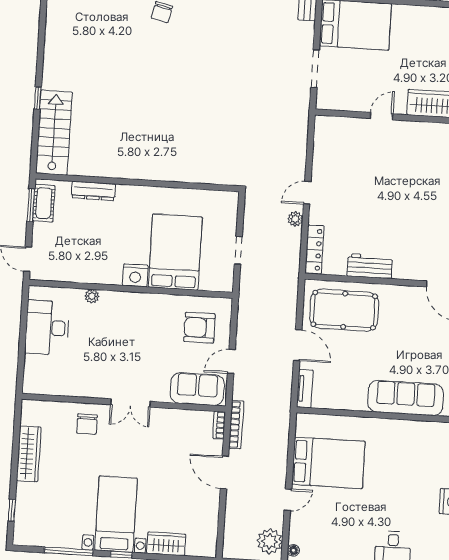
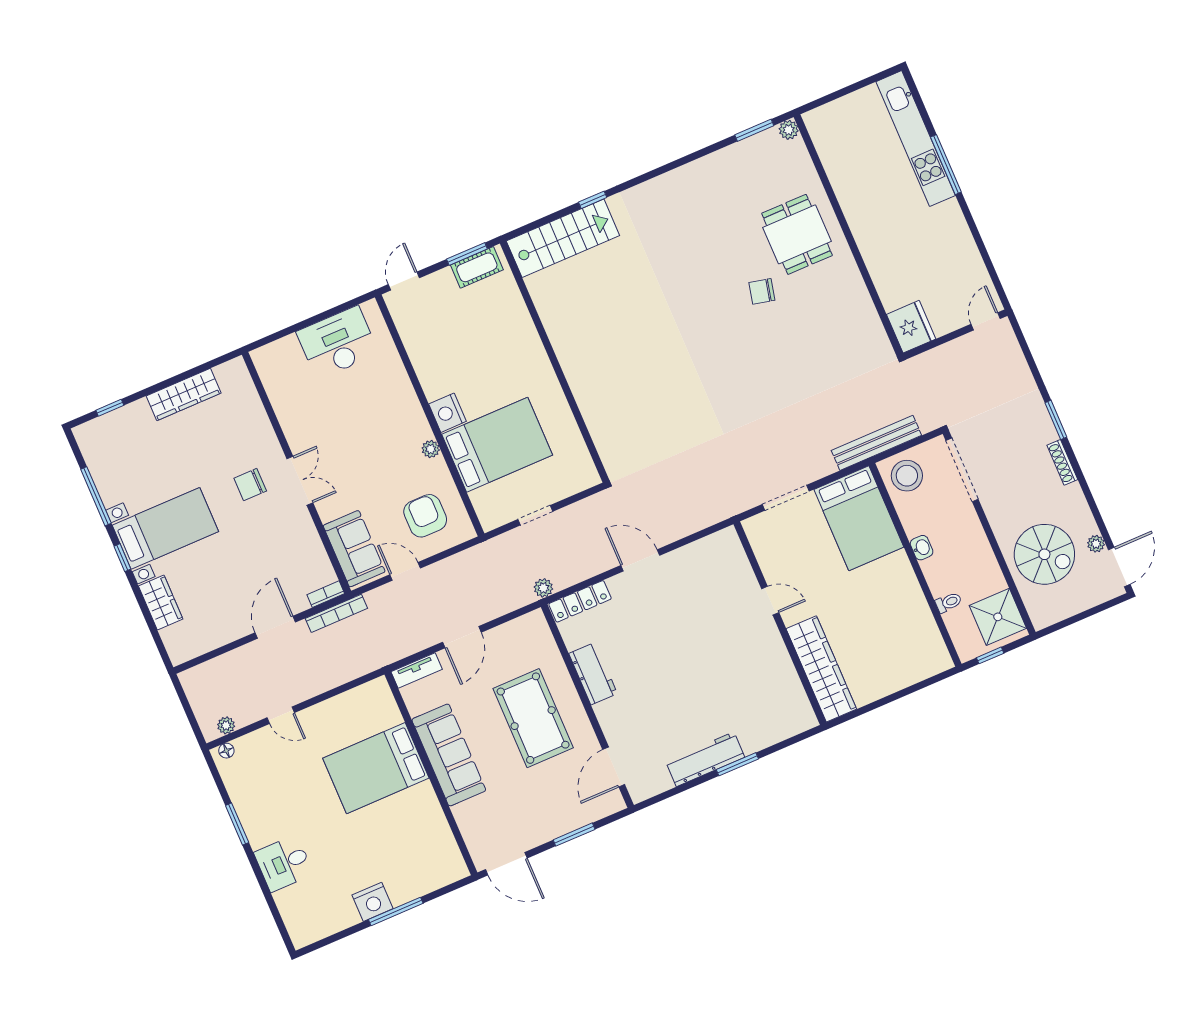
dresser: (93, 191) -> (519, 317), removed
door: (307, 193) -> (640, 560), width x1.38
plant: (295, 219) -> (543, 588), moved
plant: (92, 296) -> (431, 449), moved
pool table: (344, 310) -> (533, 718), moved
sofa: (406, 398) -> (449, 755), moved
double door: (130, 403) -> (300, 481), swing flipped
chair: (87, 424) -> (250, 485), moved
bed: (328, 463) -> (376, 768), moved, turned 90
plant: (270, 541) -> (226, 725), width x0.53, depth x0.53

